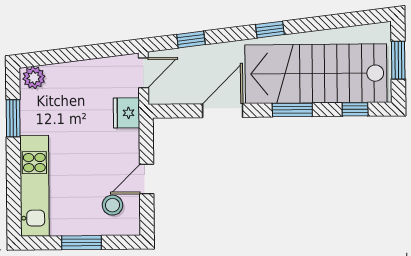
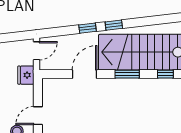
window: (191, 40) -> (87, 28), moved

